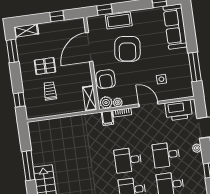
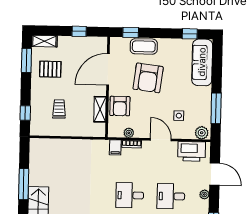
pallet: (45, 66) -> (50, 69), moved
shelving: (90, 98) -> (100, 109), moved
plant: (106, 103) -> (202, 133), moved

